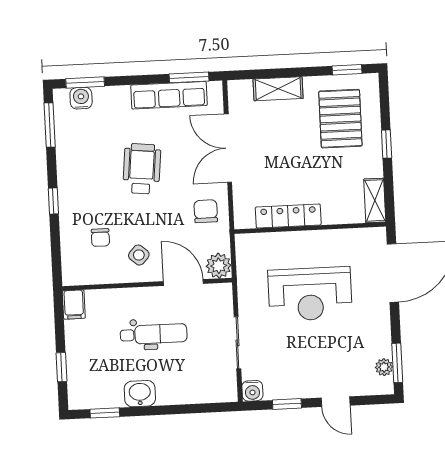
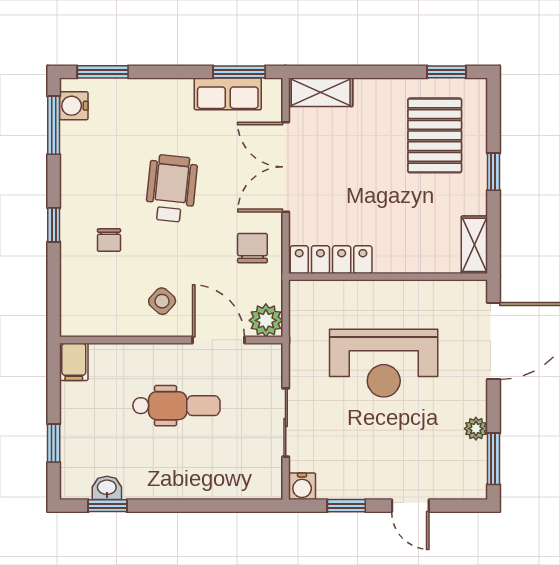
shelving: (278, 89) -> (321, 92), moved
row of seats: (169, 95) -> (228, 94), width x0.68
water cooler: (81, 98) -> (74, 106), moved, turned -90
locker: (288, 216) -> (331, 260), moved
chair: (100, 238) -> (109, 240), moved
plant: (384, 367) -> (476, 429), moved
washbasin: (140, 394) -> (107, 488), moved, width x0.72, depth x0.69

